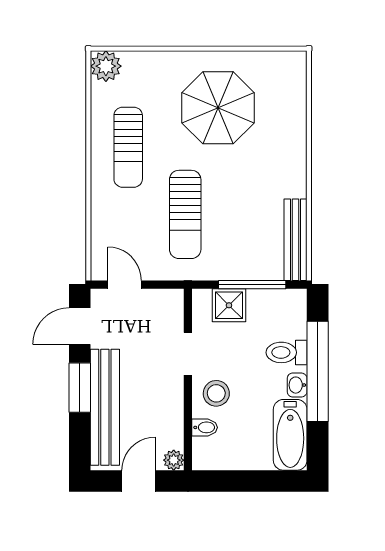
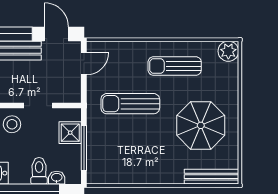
bench: (295, 240) -> (212, 177), moved
washbasin: (297, 385) -> (57, 178), moved

